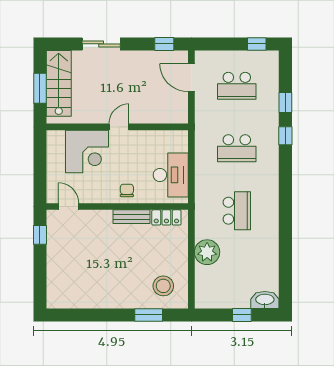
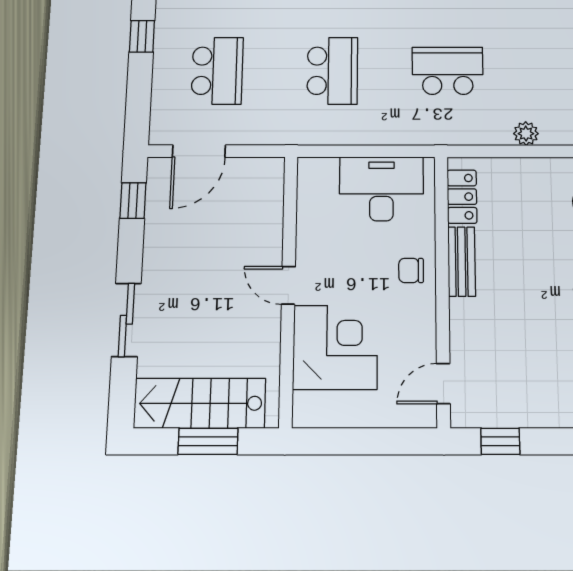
plant: (207, 252) -> (526, 134), width x0.53, depth x0.53

